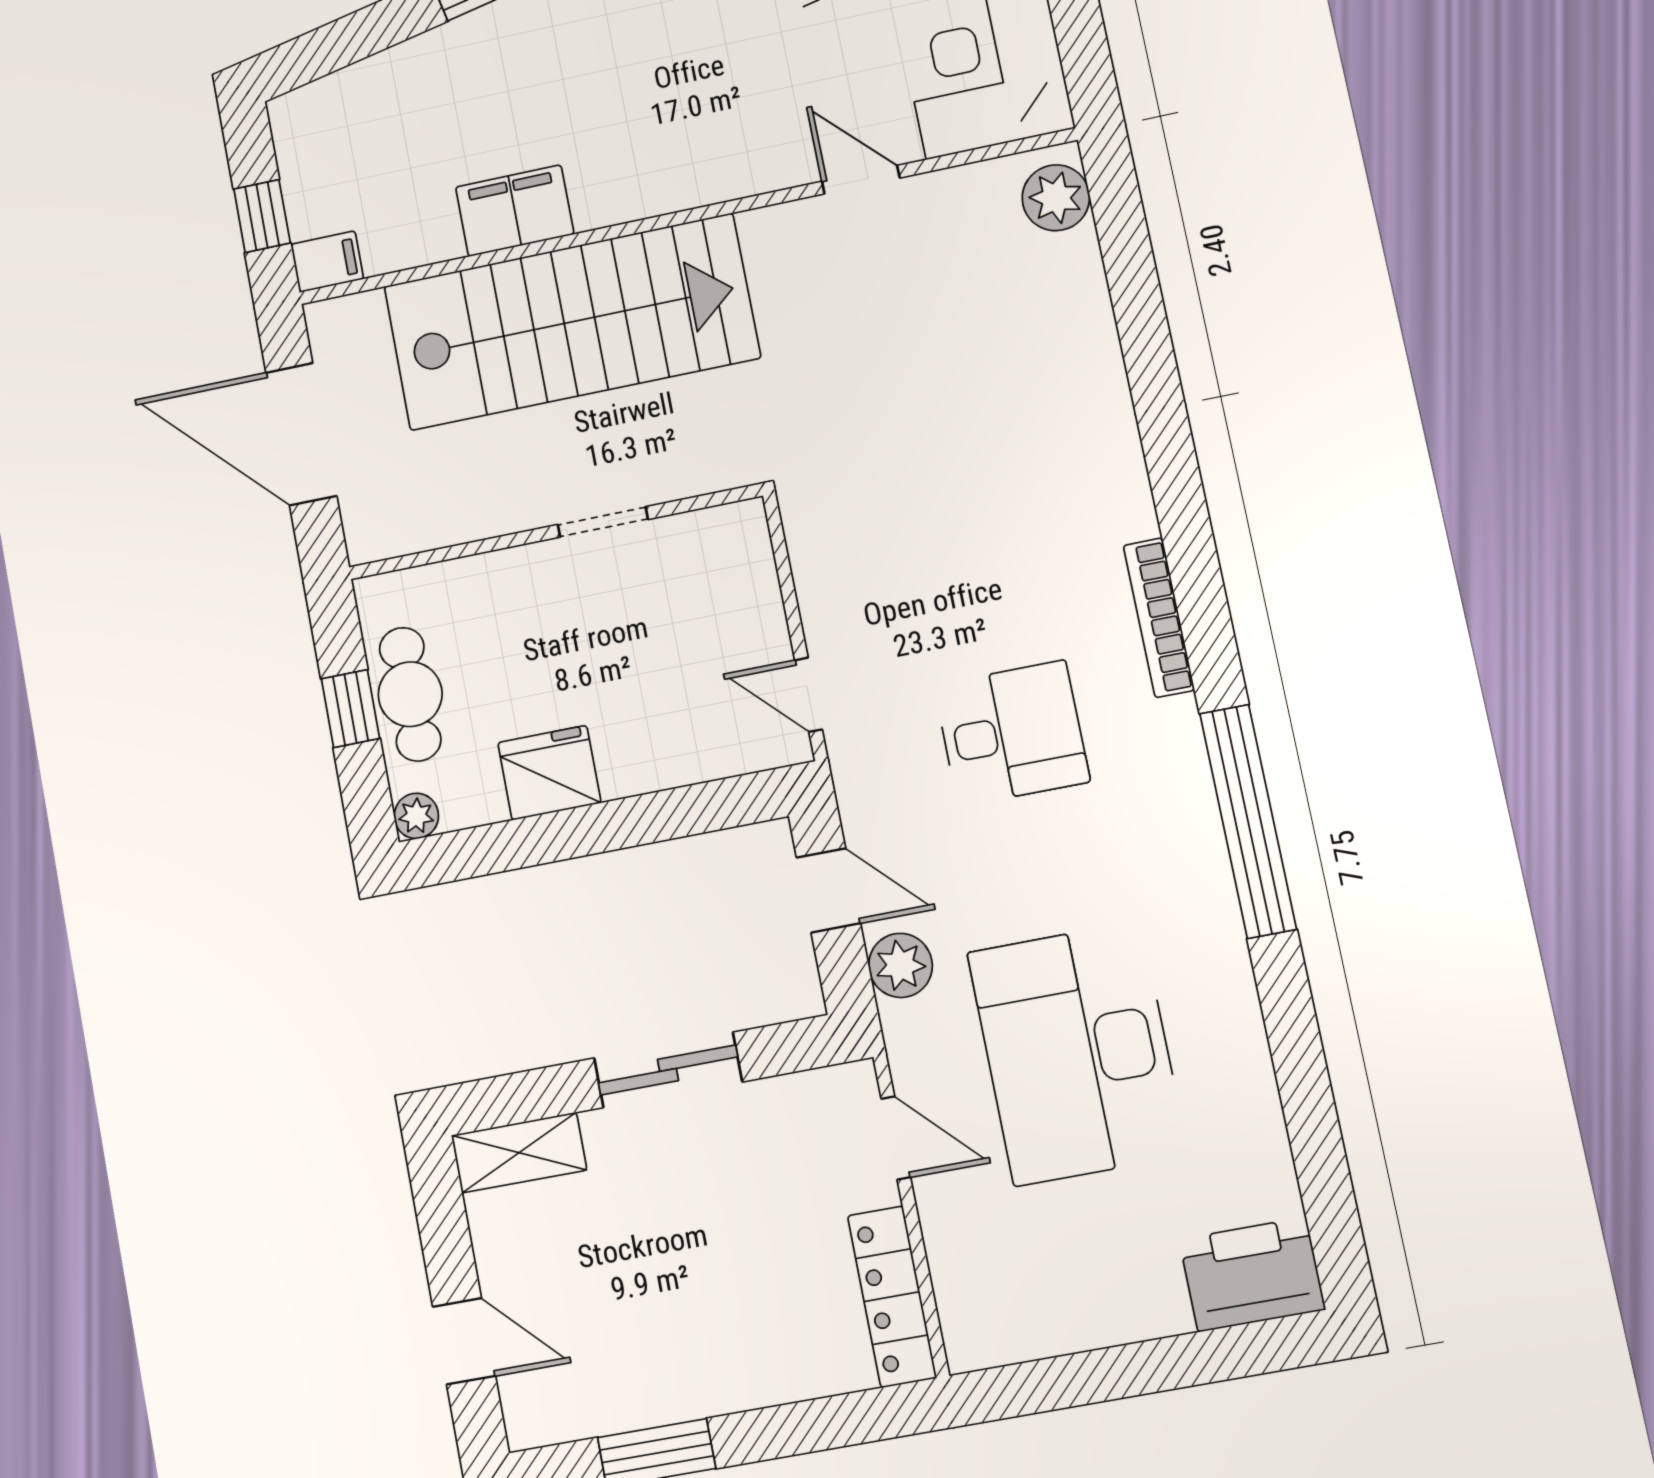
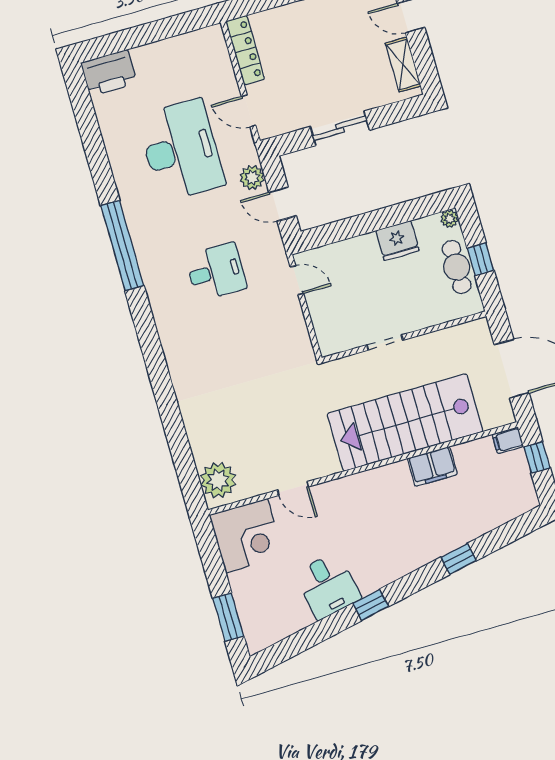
plant: (1056, 198) -> (218, 480), width x1.36, depth x1.36
bookcase: (1159, 618) -> (162, 322), removed
desk: (1012, 733) -> (216, 272), turned 180
shelving: (519, 1153) -> (403, 64), moved, turned 90

